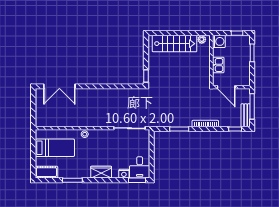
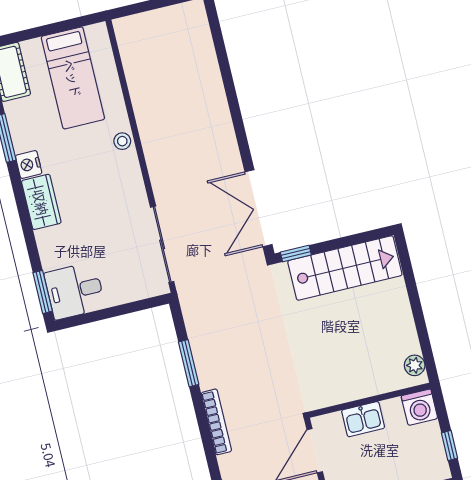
stairs: (175, 44) -> (345, 268), moved, turned -90
double door: (59, 86) -> (259, 208), moved
nightstand: (124, 174) -> (29, 164), moved

